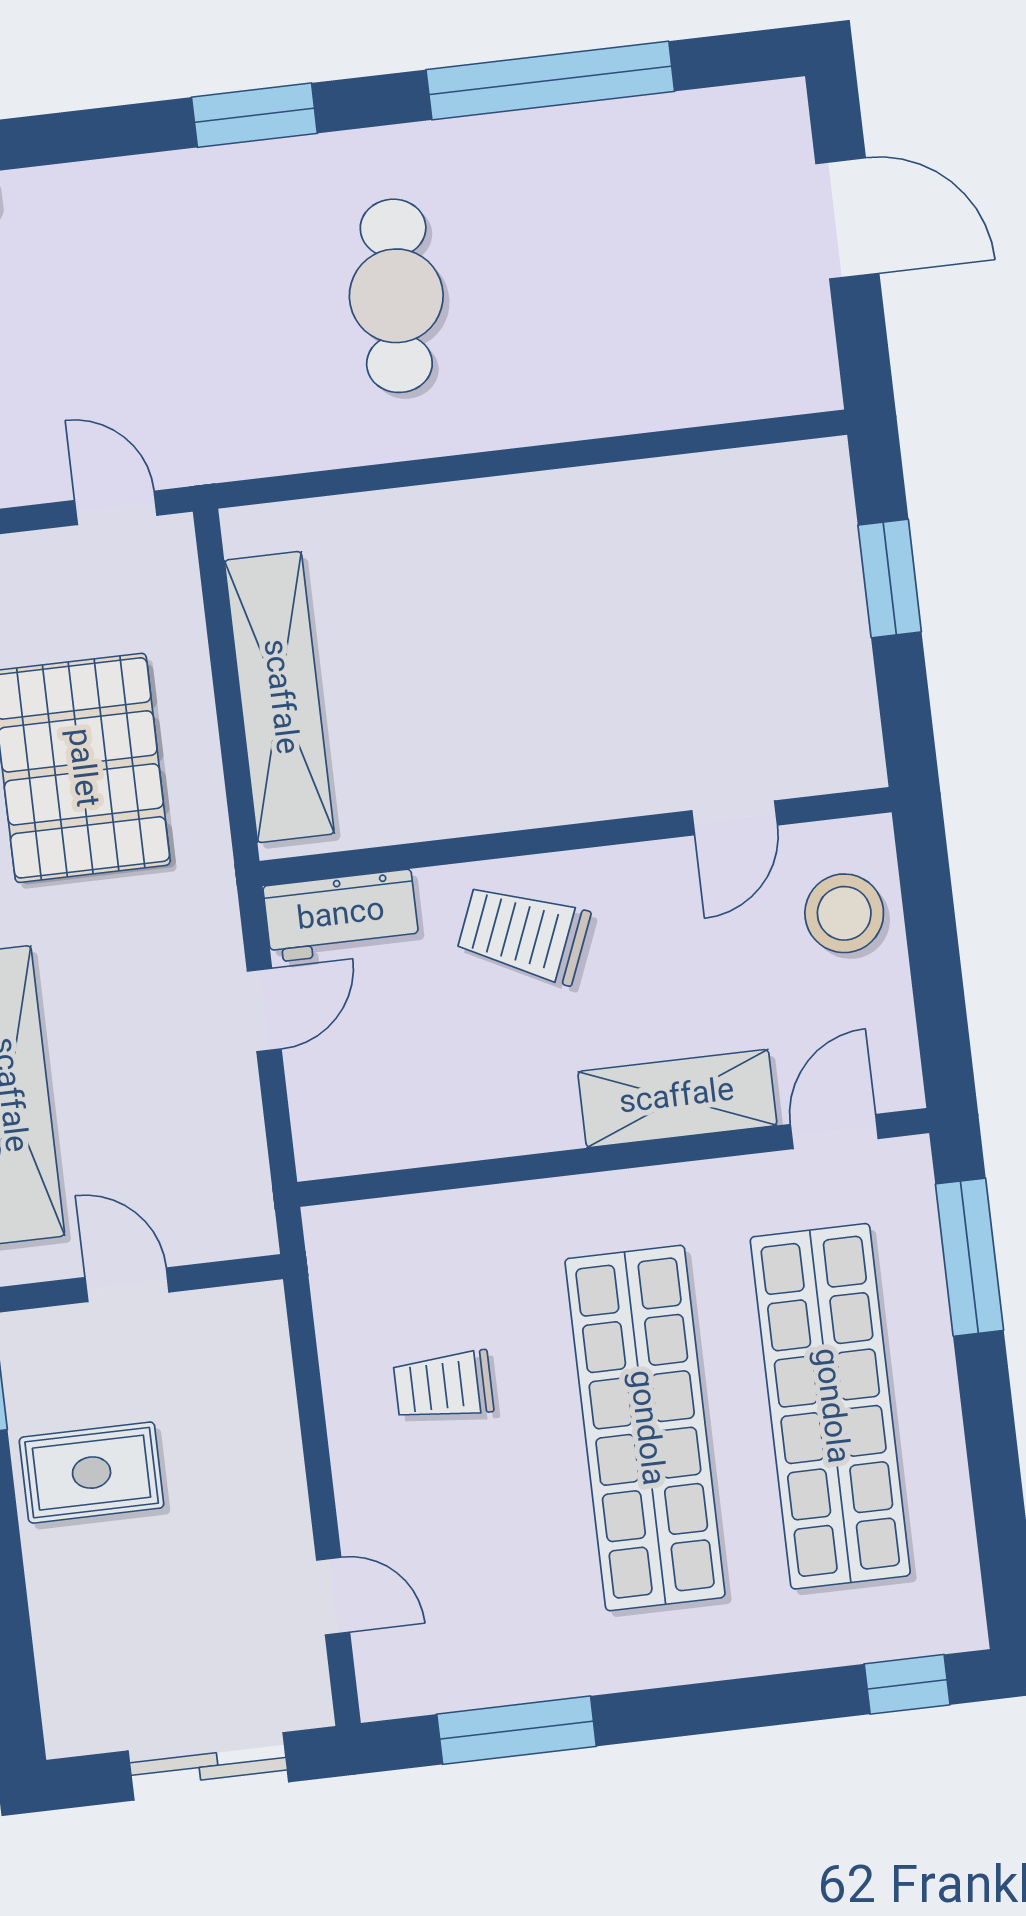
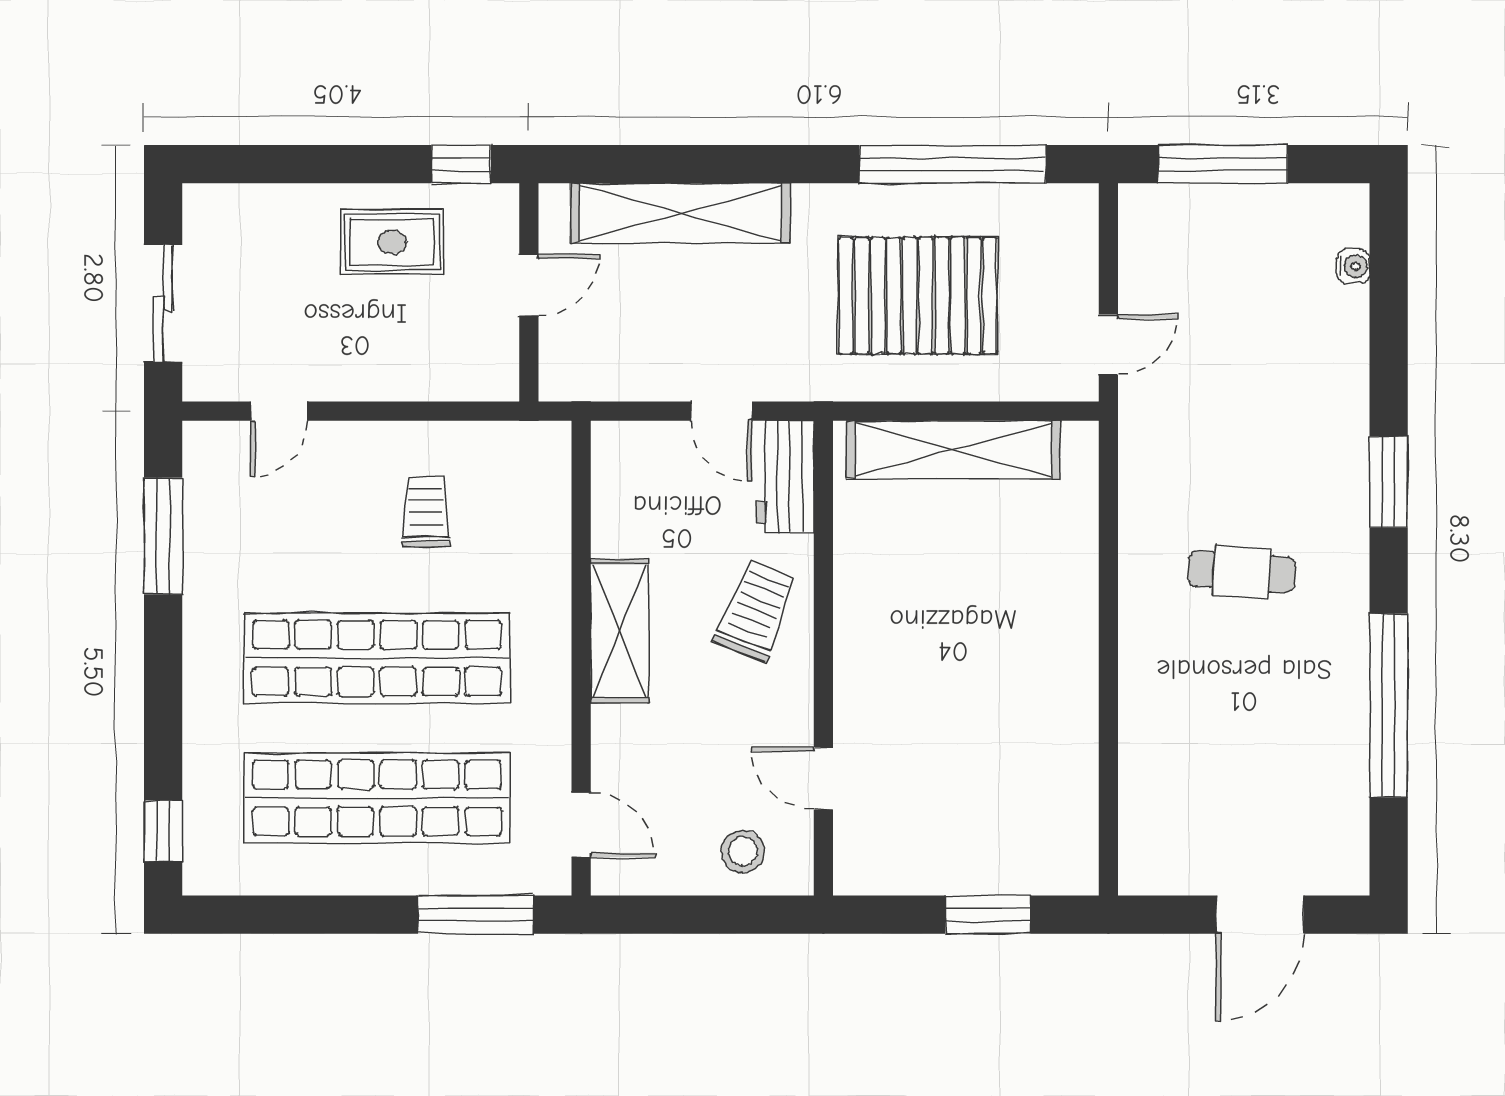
cafe table: (396, 296) -> (1242, 572), width x0.73, depth x0.74
stool: (844, 913) -> (743, 851), width x0.73, depth x0.73
shelving: (677, 1098) -> (619, 631), moved
rug: (92, 1473) -> (392, 242), turned 90

